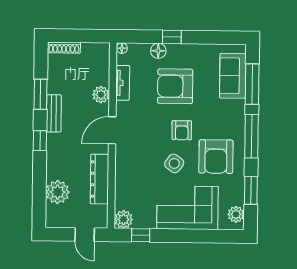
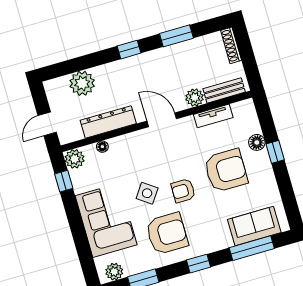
floor lamp: (122, 48) -> (102, 147), moved
armchair: (175, 86) -> (226, 170), turned 90
bench: (54, 113) -> (224, 90), moved
window: (252, 136) -> (198, 264), width x0.46
armchair: (216, 157) -> (167, 234), turned 180

